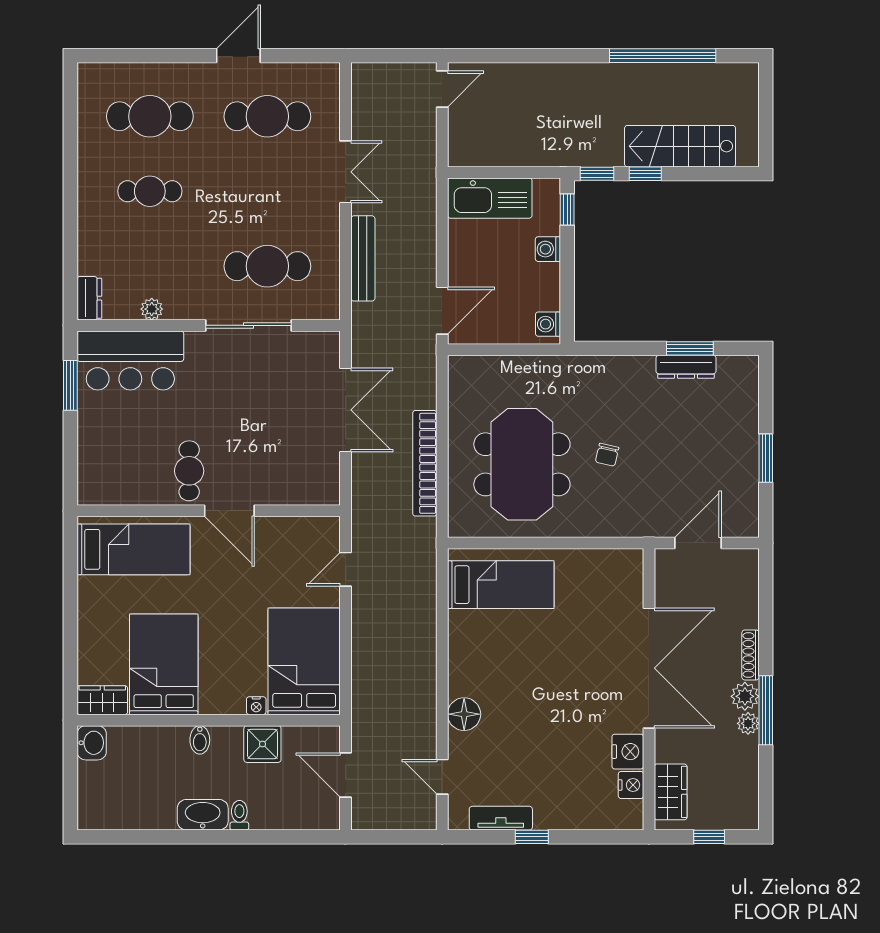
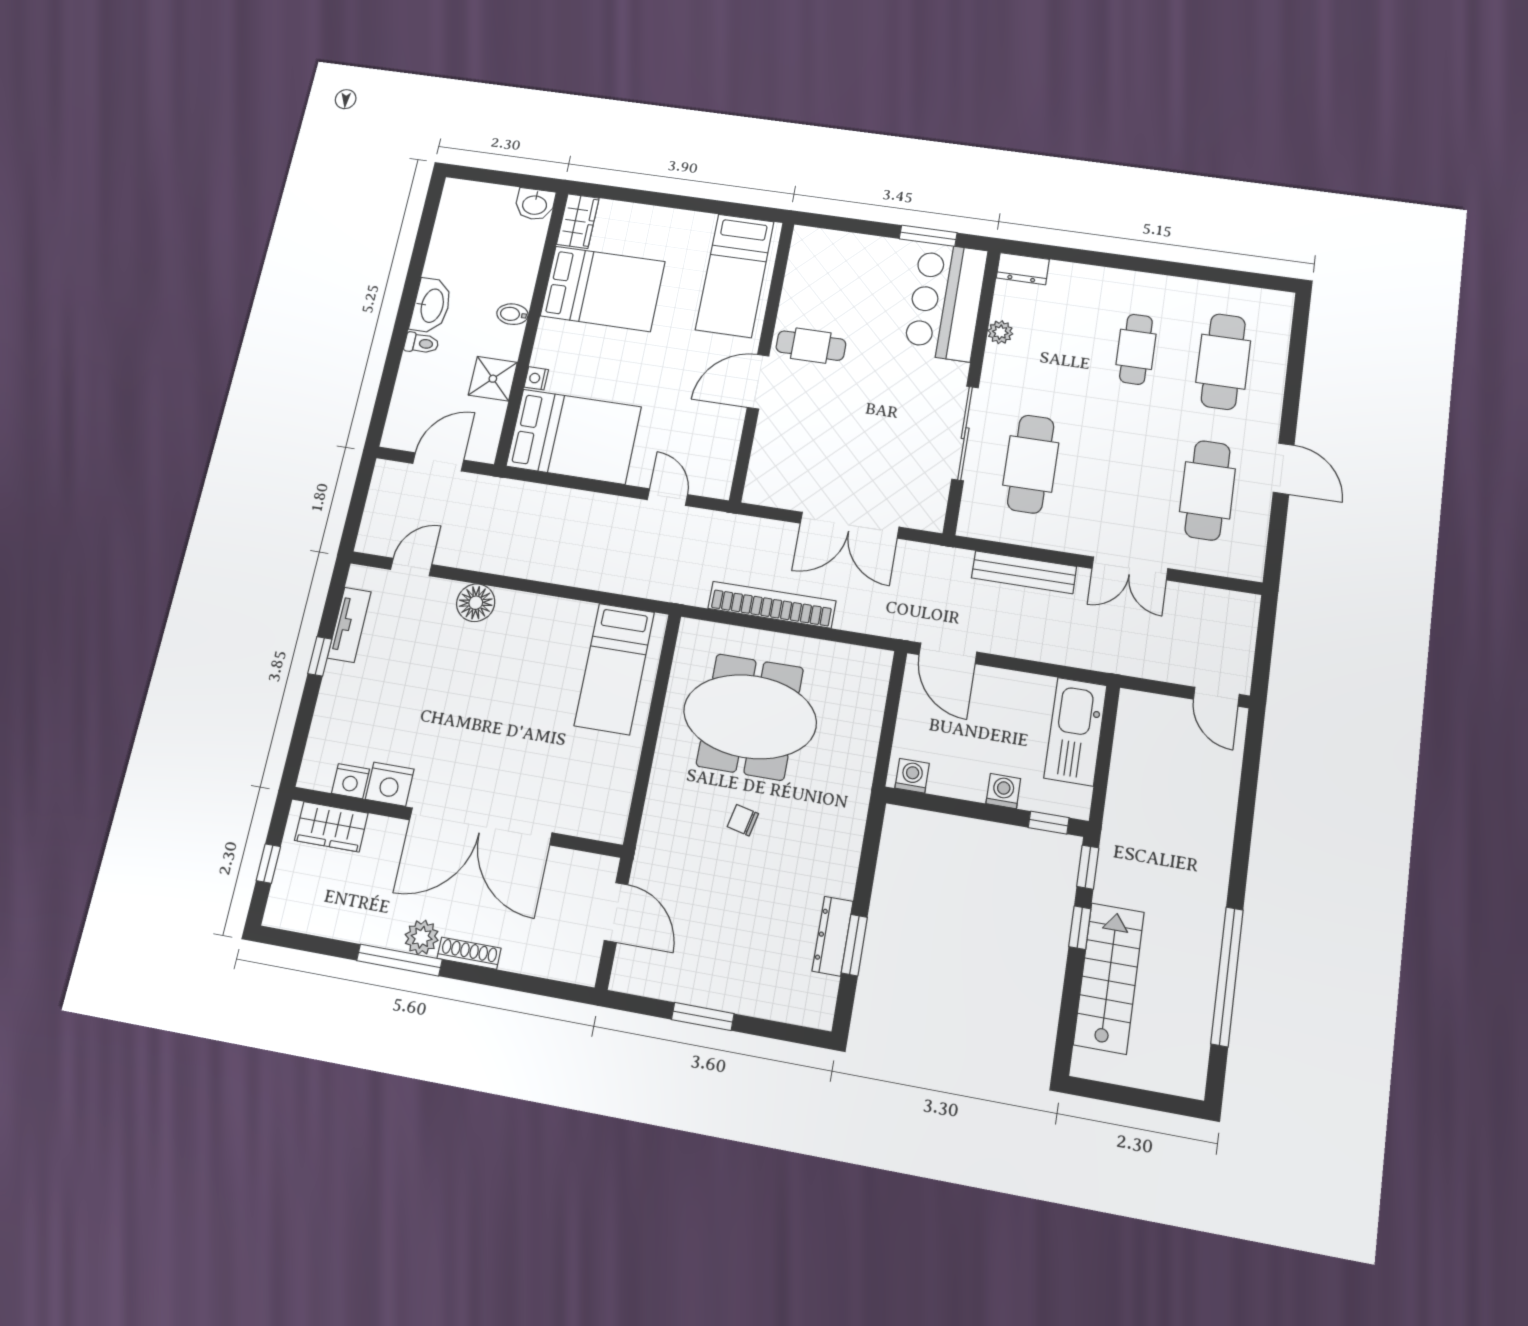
plant: (748, 723) -> (389, 935), removed

